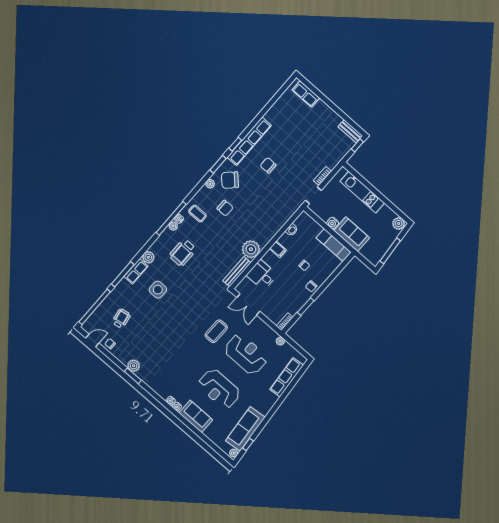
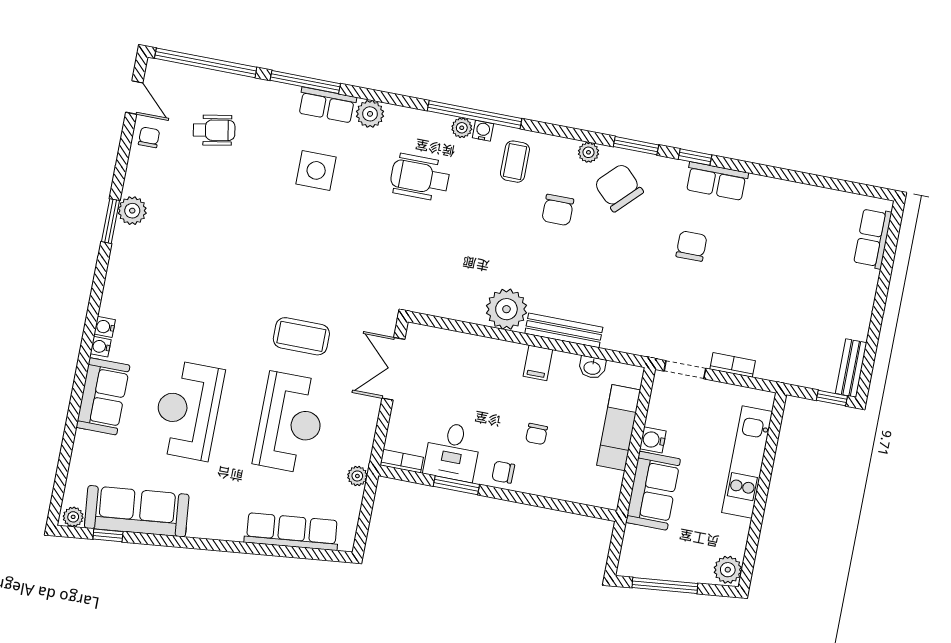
row of seats: (249, 141) -> (717, 181), width x0.50
exam couch: (334, 245) -> (619, 428), moved
bench: (237, 272) -> (564, 330), moved
desk: (262, 275) -> (452, 451), moved, turned 180

